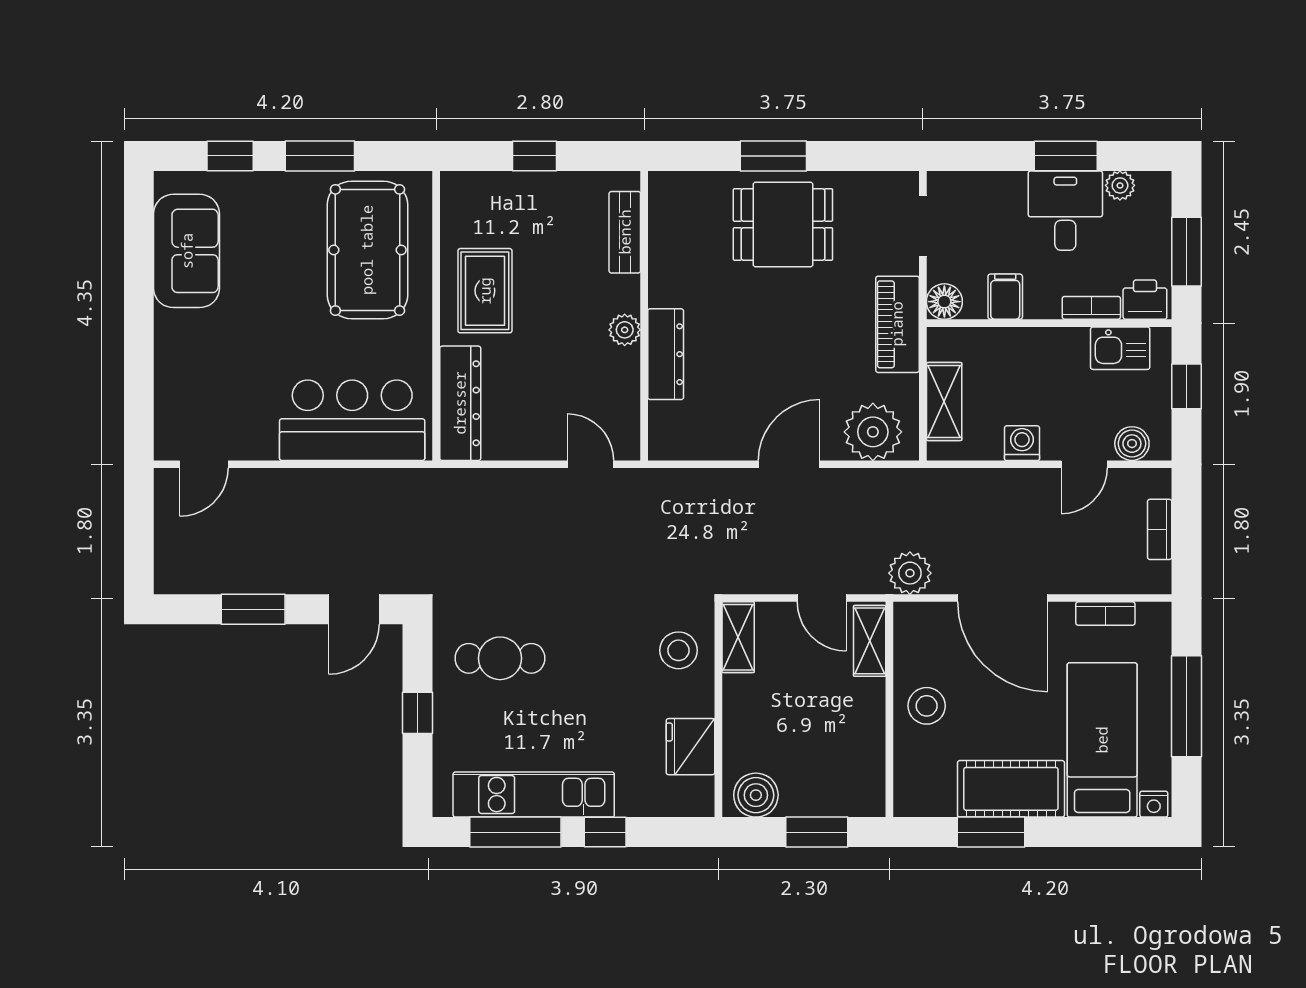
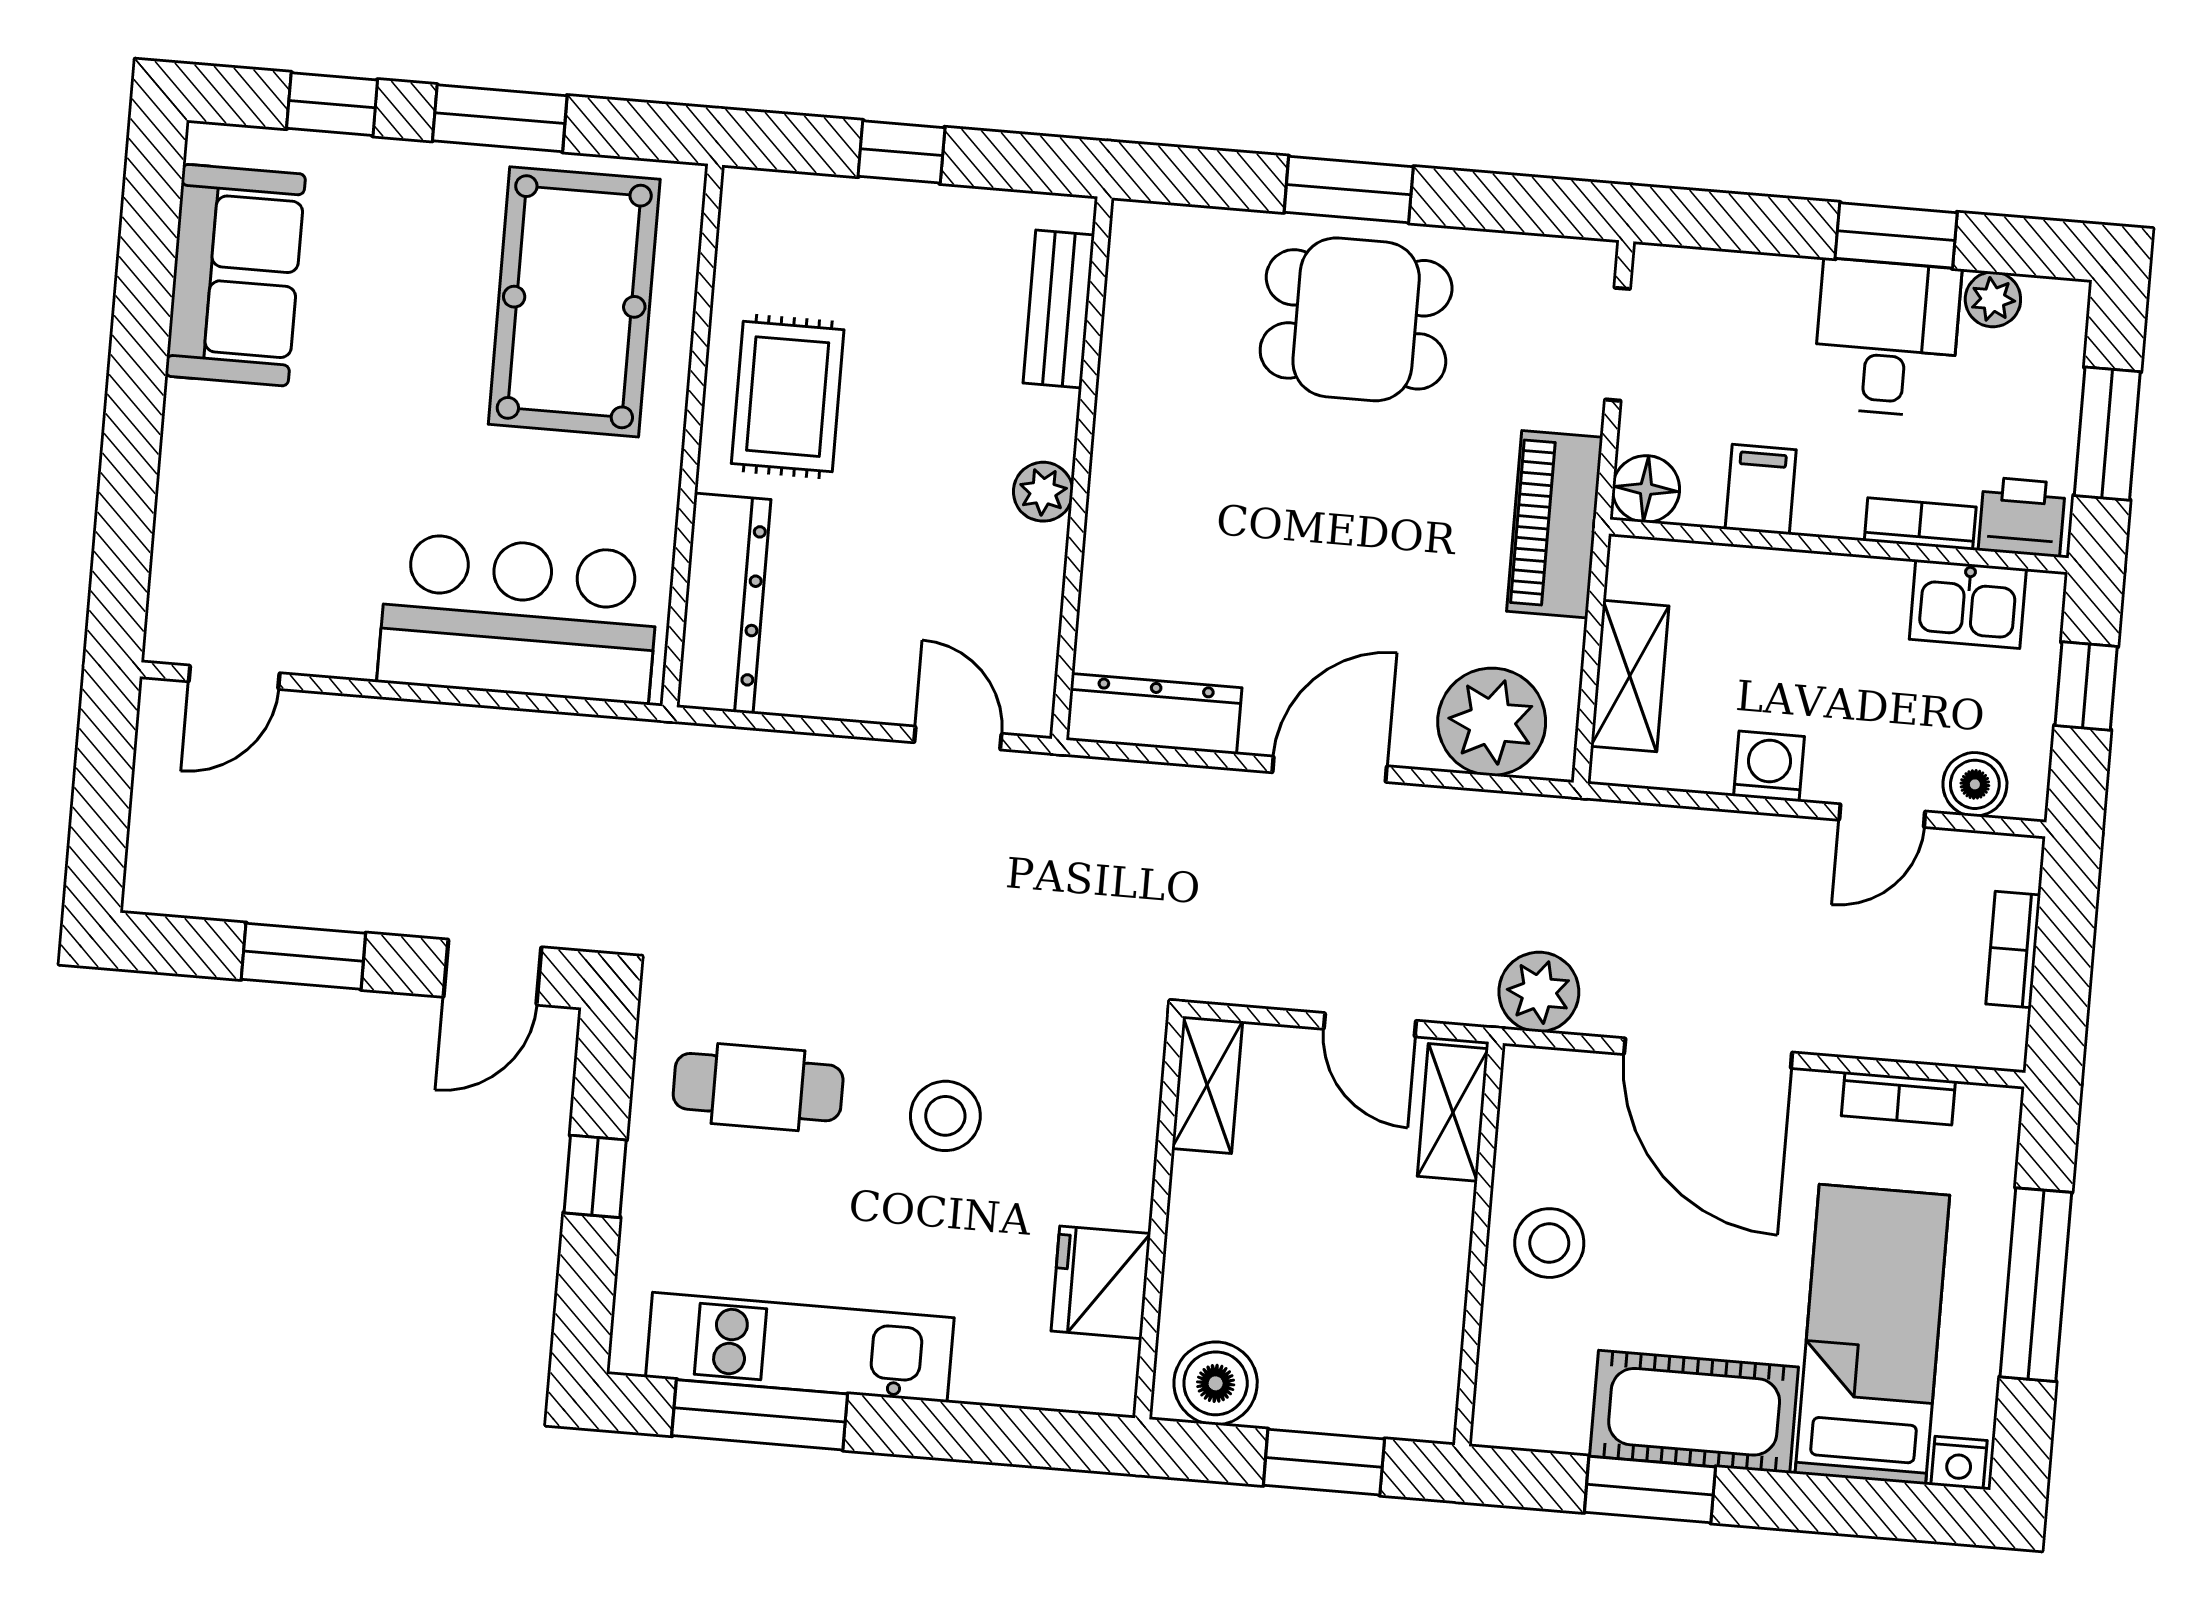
dresser: (666, 354) -> (1154, 714), moved, turned -90
stool: (678, 650) -> (945, 1116), moved
window: (605, 832) -> (928, 1429), removed

